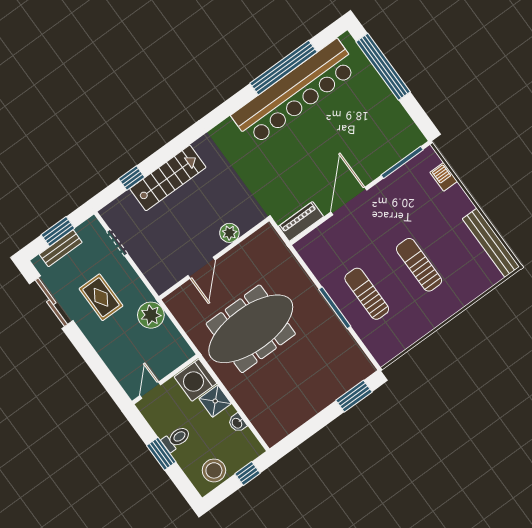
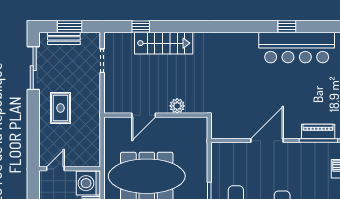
window: (283, 68) -> (287, 27), width x0.32
bar counter: (295, 92) -> (297, 48), width x0.73
piano: (301, 221) -> (318, 131), moved
rug: (101, 297) -> (60, 108), moved
plant: (151, 315) -> (90, 122), removed

